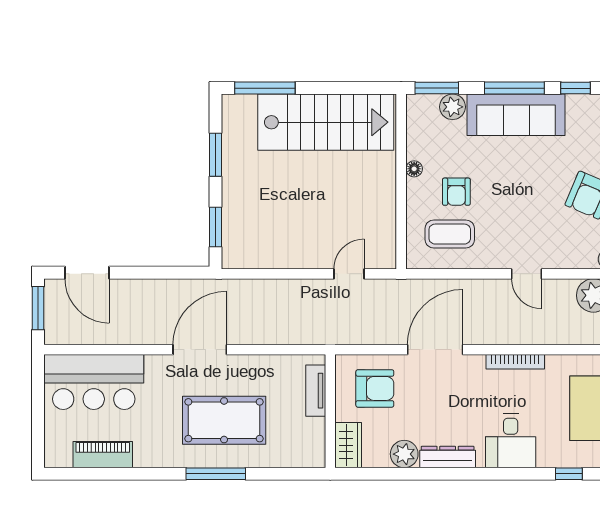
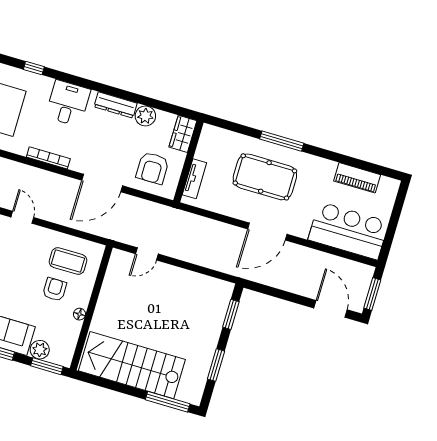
armchair: (375, 388) -> (152, 168), turned -90

